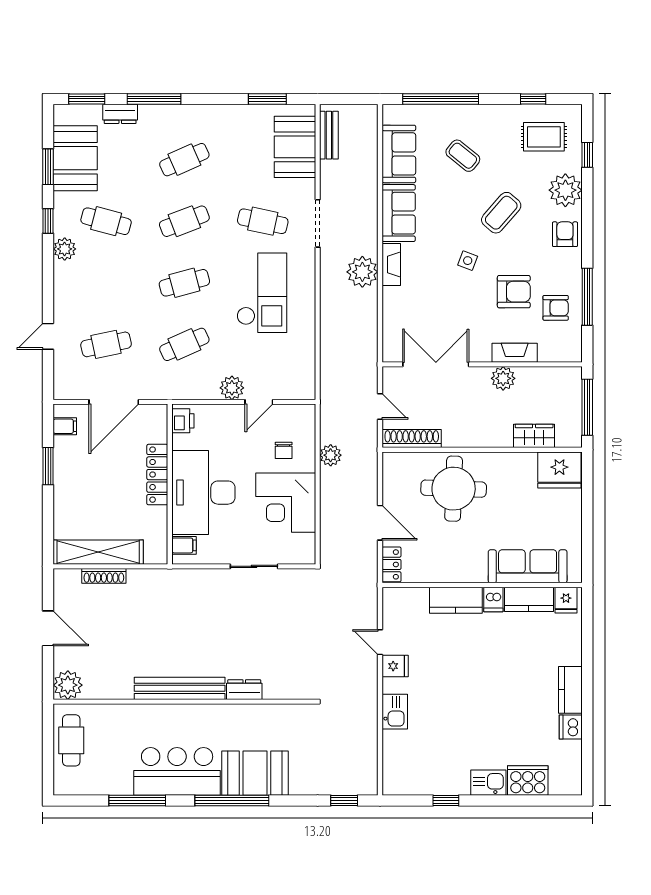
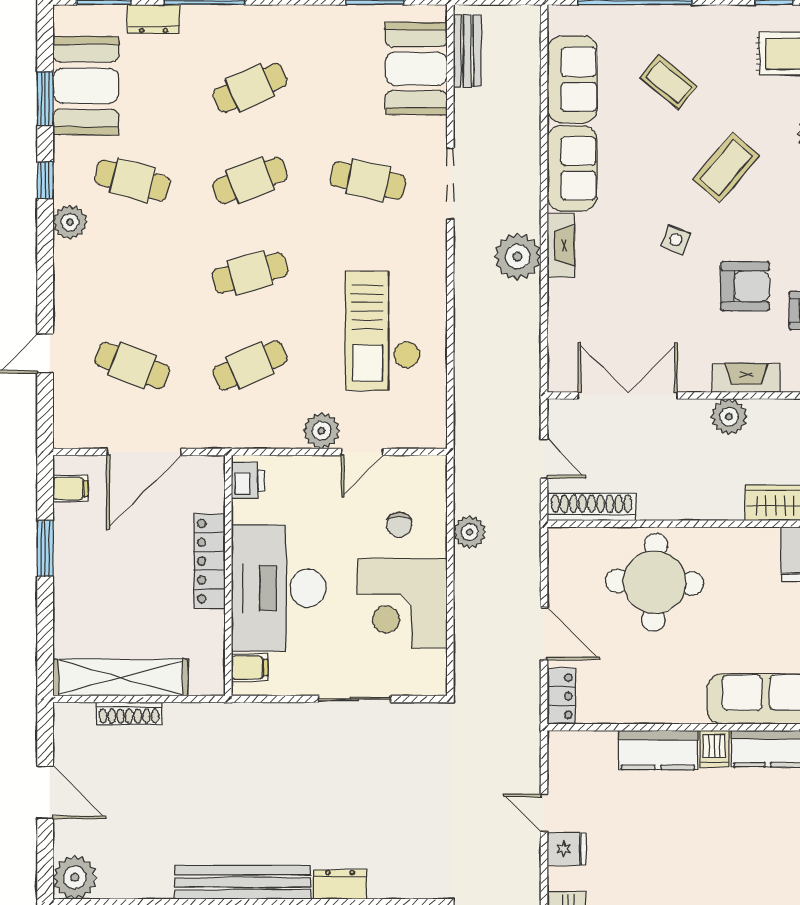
checkout: (262, 293) -> (383, 331), moved, turned 180
cafe table: (106, 344) -> (132, 365), turned 33

